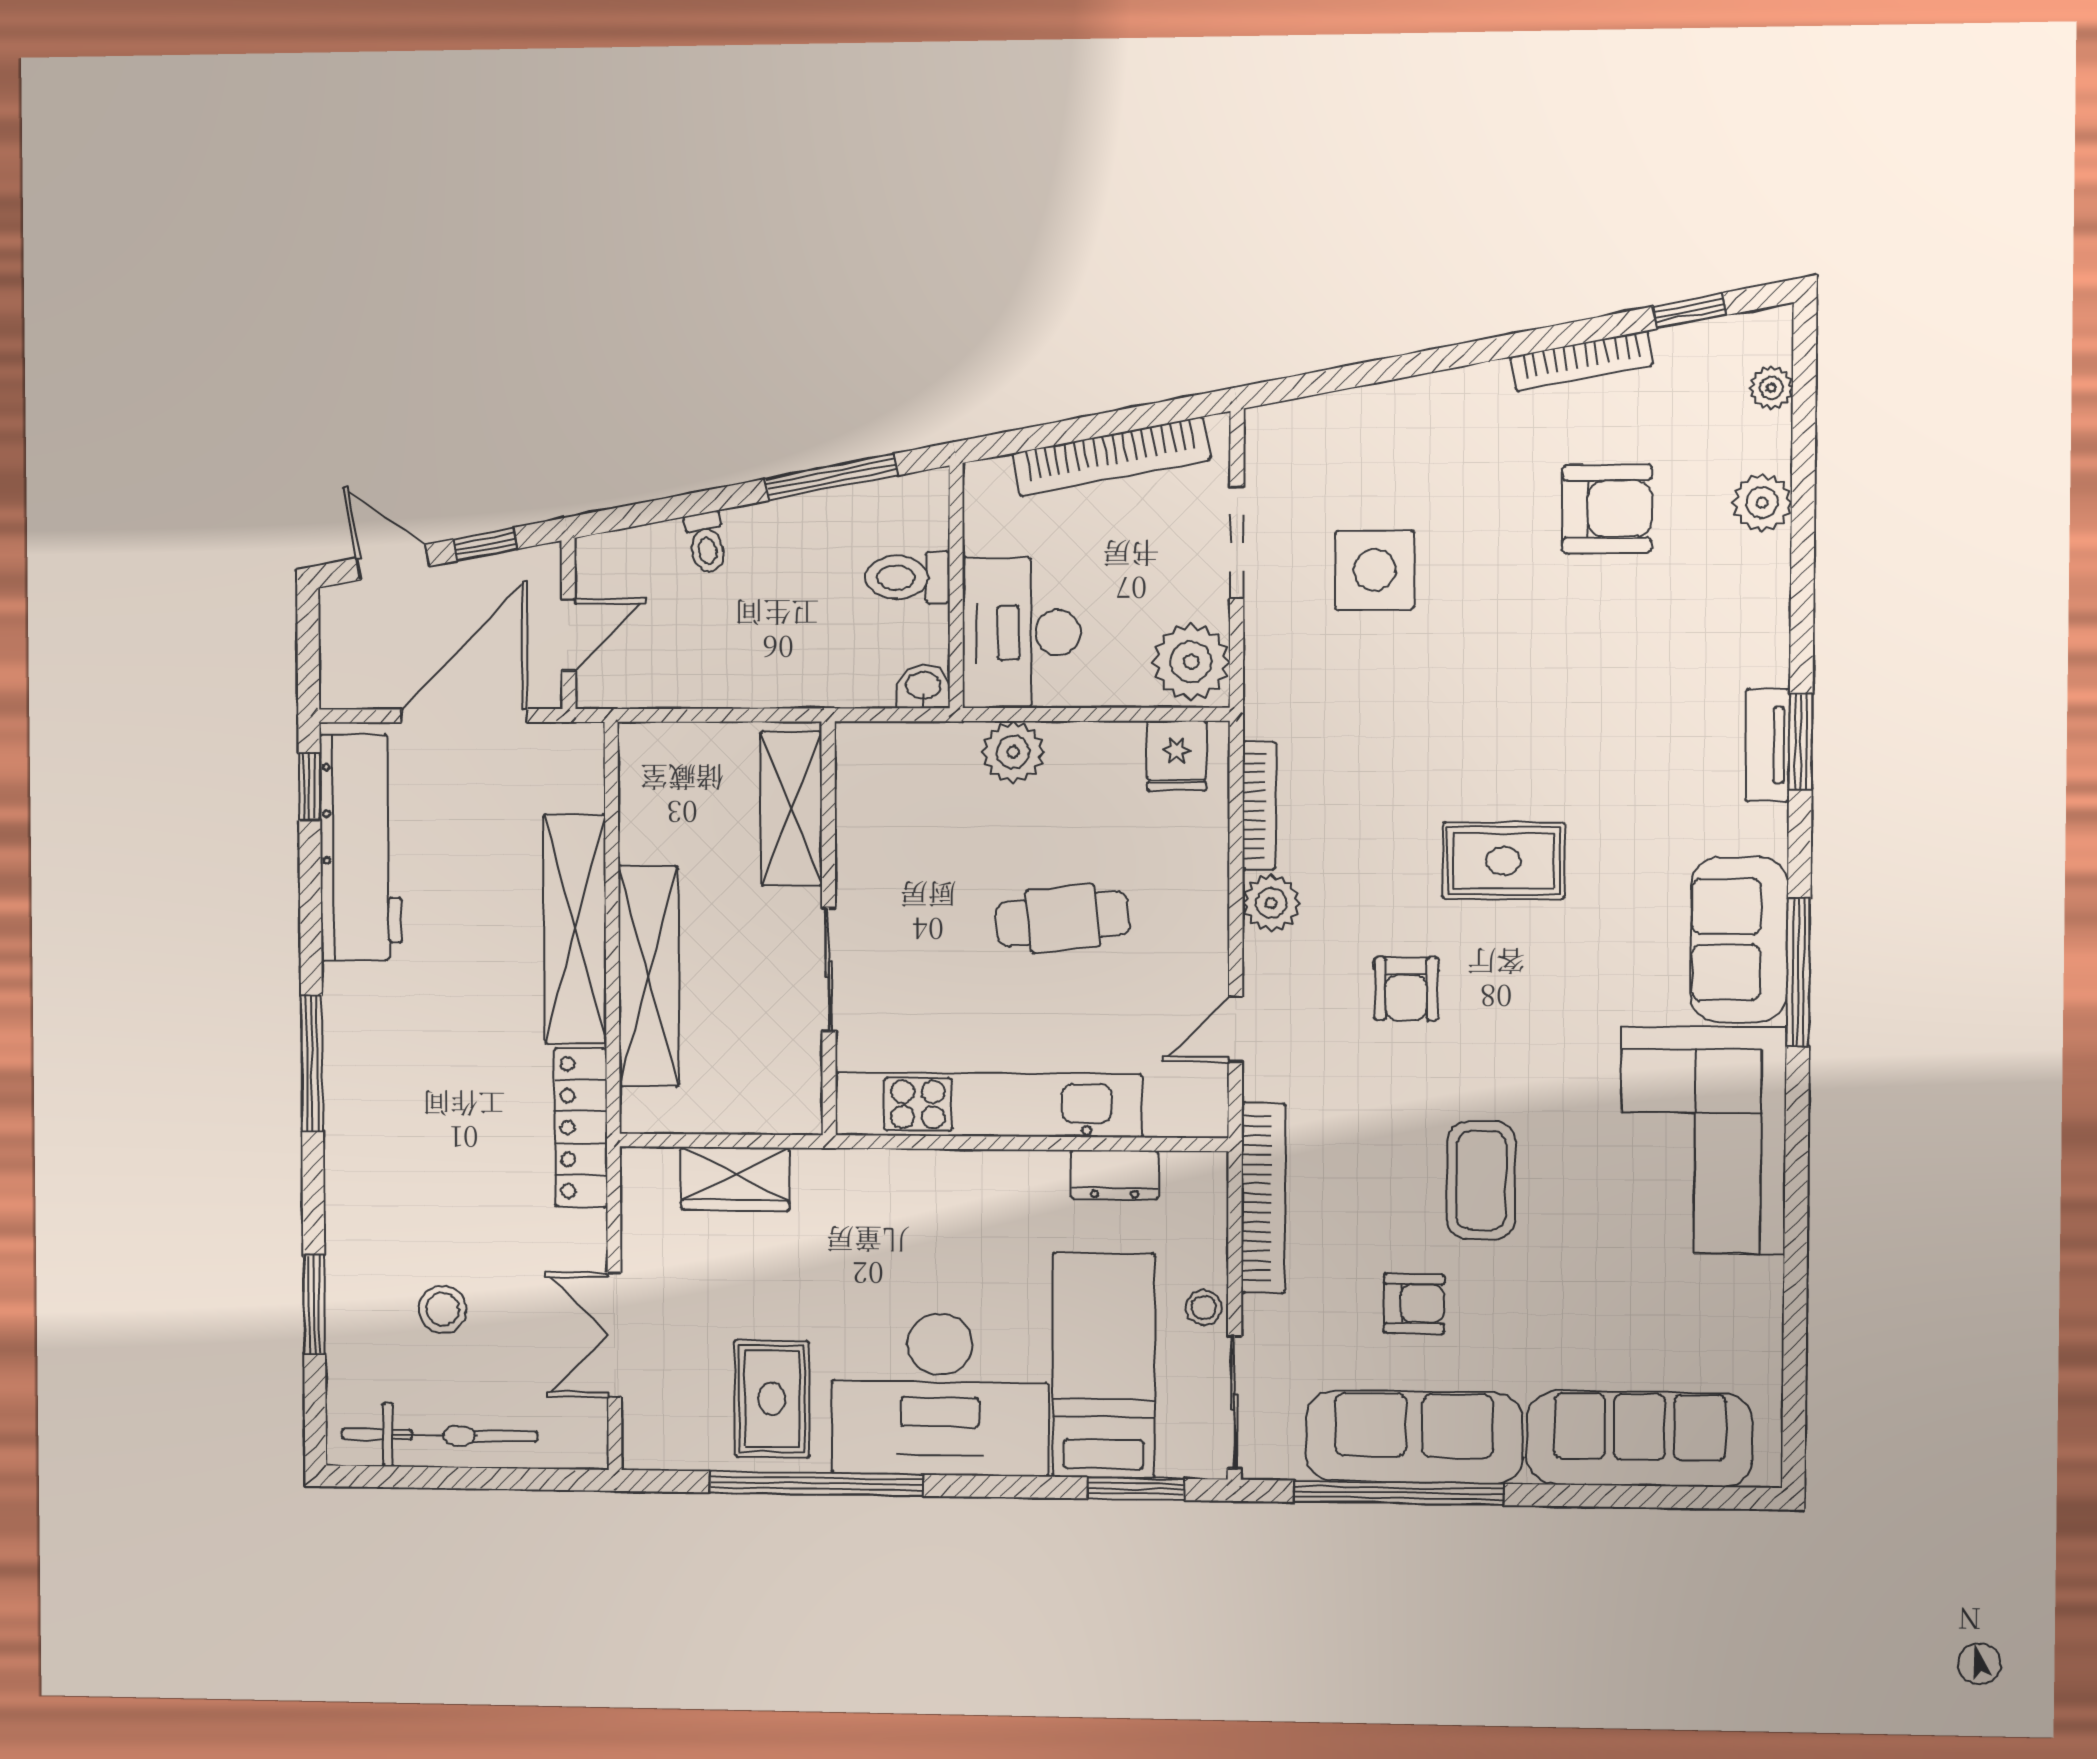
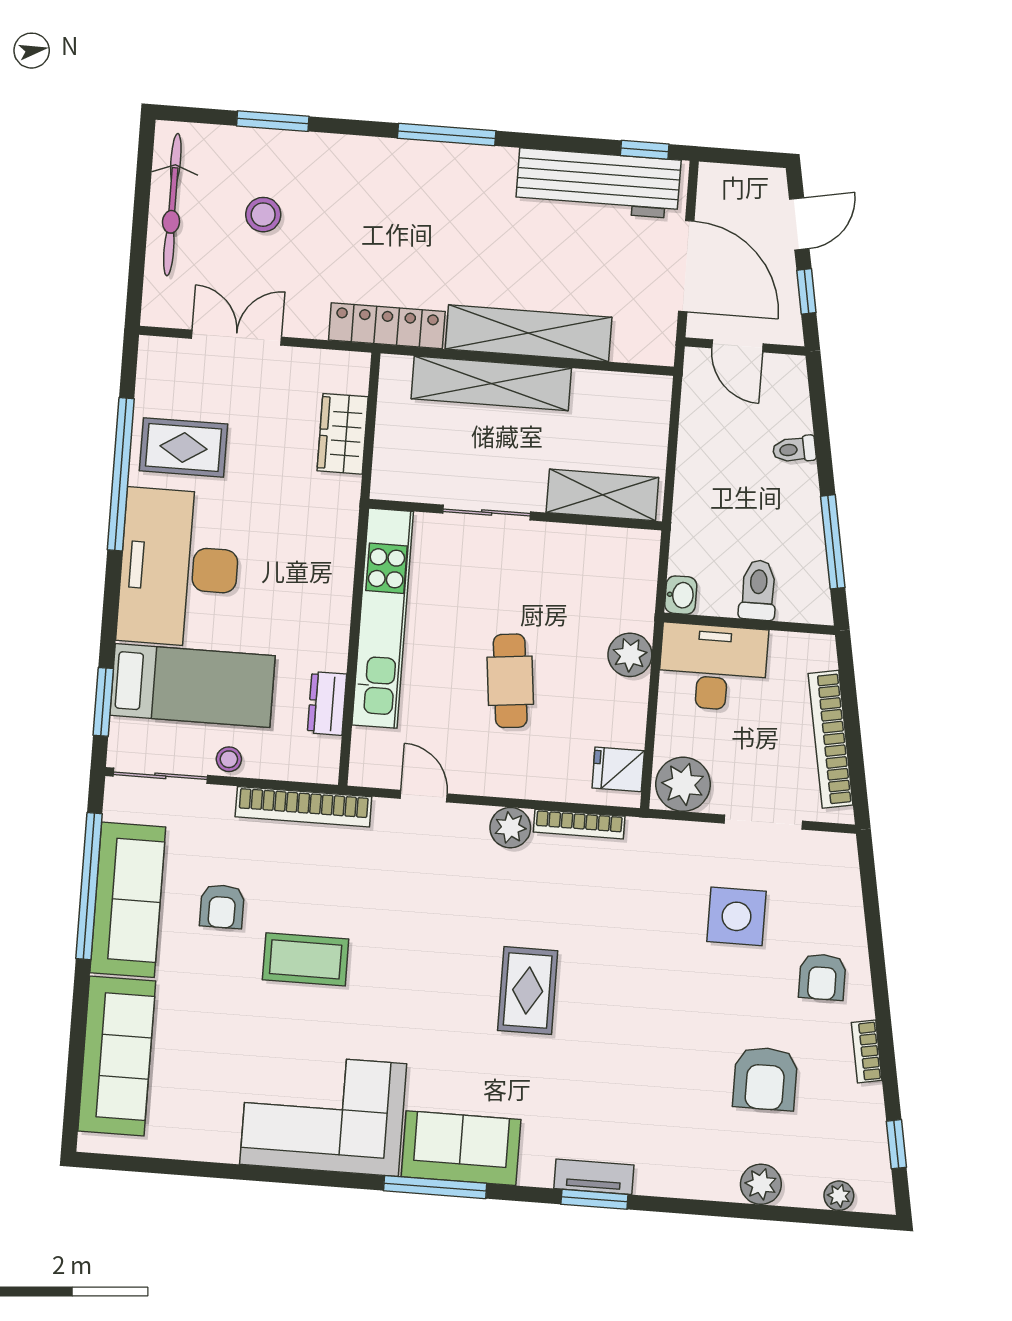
bookcase: (1582, 361) -> (867, 1051), width x0.64
armchair: (1406, 989) -> (822, 977), moved, turned -90

